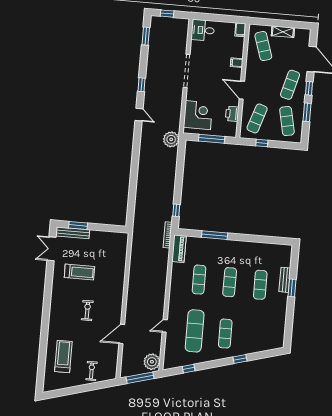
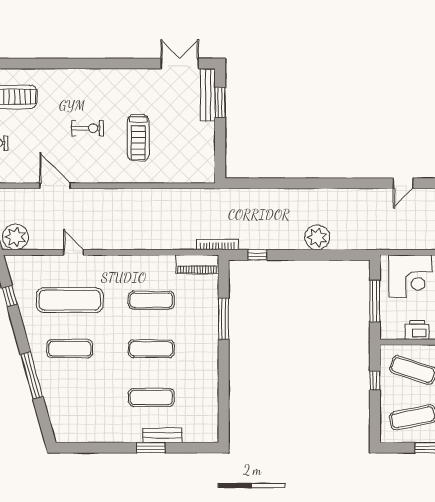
plant: (171, 139) -> (317, 237), moved
treadmill: (79, 272) -> (138, 138), moved
window: (240, 359) -> (32, 375), width x2.17

